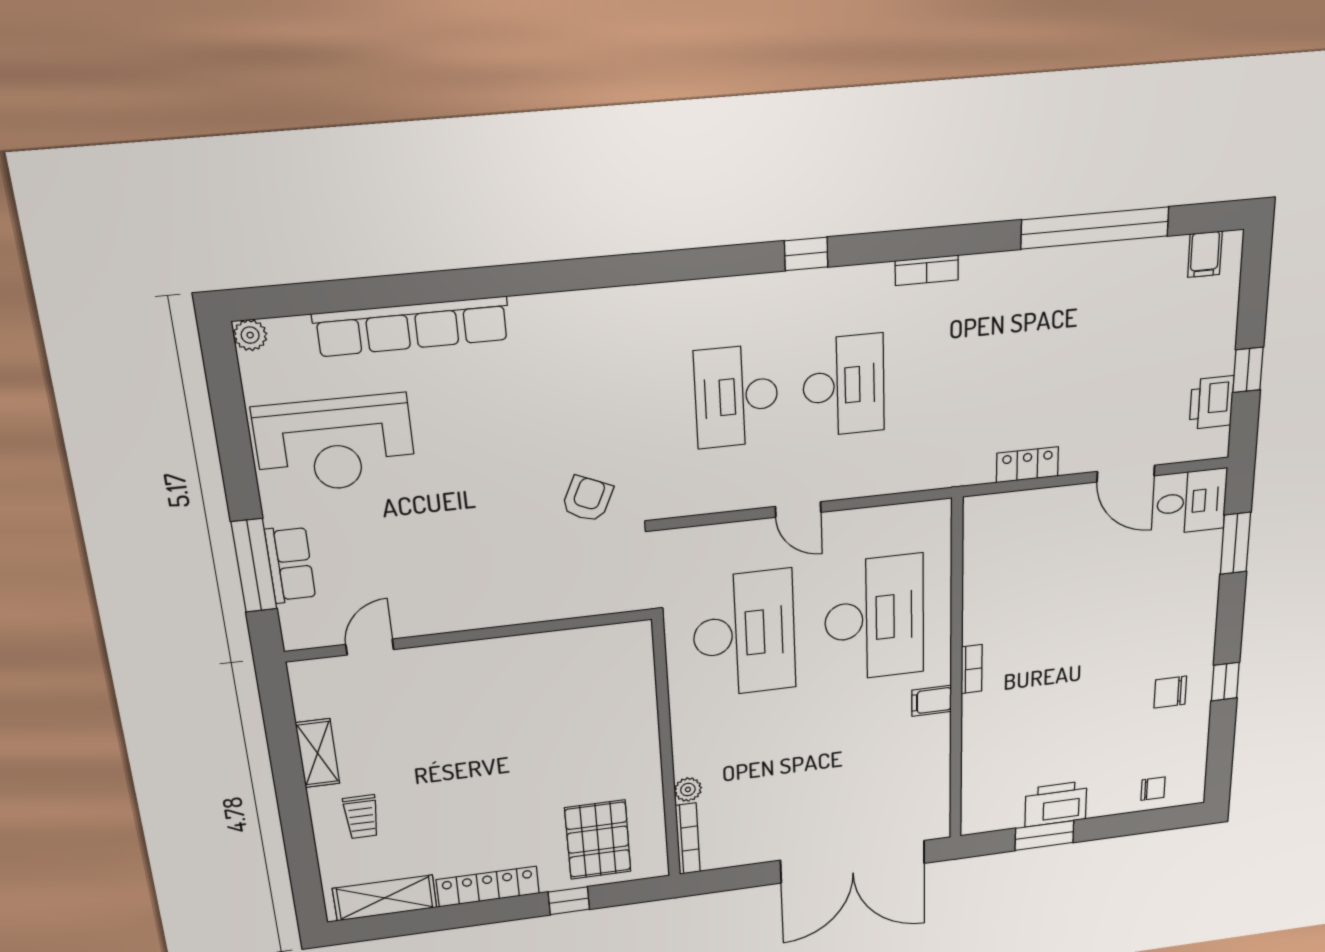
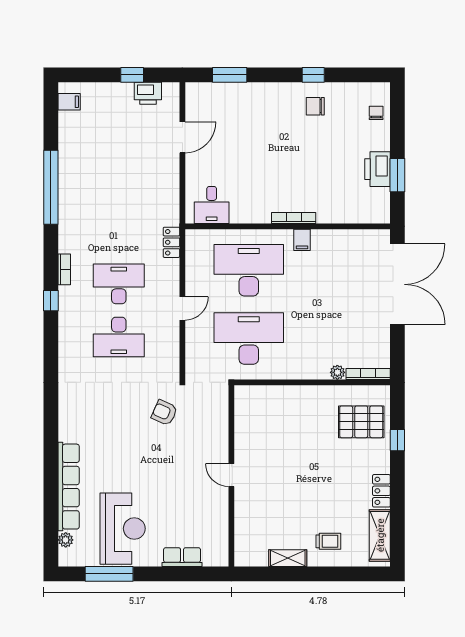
window: (1095, 228) -> (51, 187), moved
bookcase: (927, 270) -> (64, 269), moved
plant: (250, 335) -> (66, 540), moved
locker: (1027, 465) -> (171, 242), moved
desk: (1192, 502) -> (212, 205), moved, turned 180
window: (254, 565) -> (109, 574), moved
door: (370, 647) -> (231, 475), moved
bookcase: (972, 669) -> (294, 218), width x1.56
chair: (1170, 692) -> (315, 106), turned 90
locker: (488, 887) -> (381, 491), width x0.66

